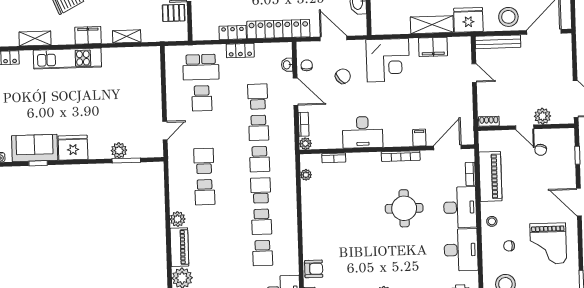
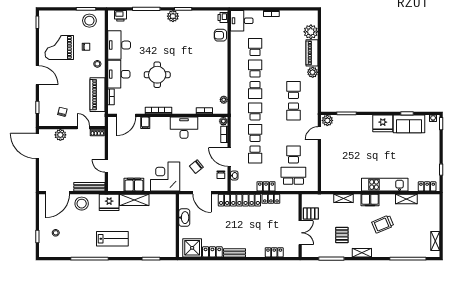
door: (525, 127) -> (83, 128), moved
plant: (119, 150) -> (327, 120), moved
grand piano: (548, 244) -> (59, 47), turned -90

